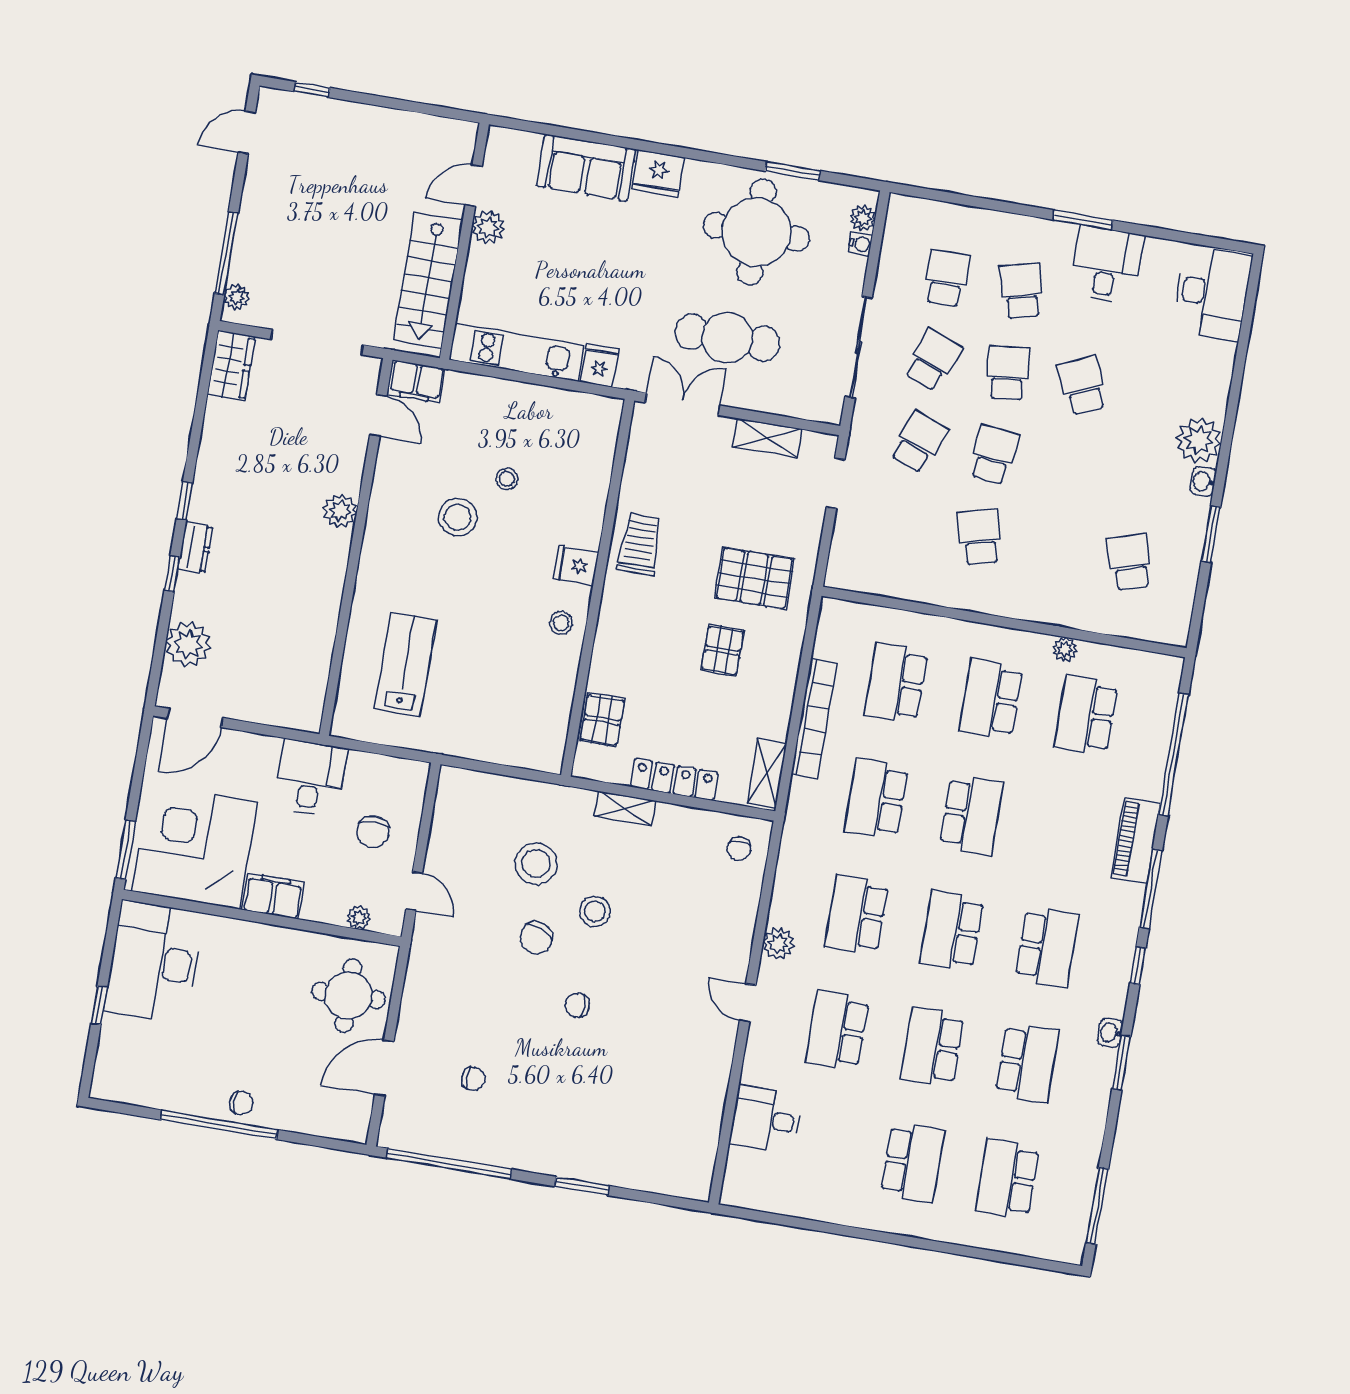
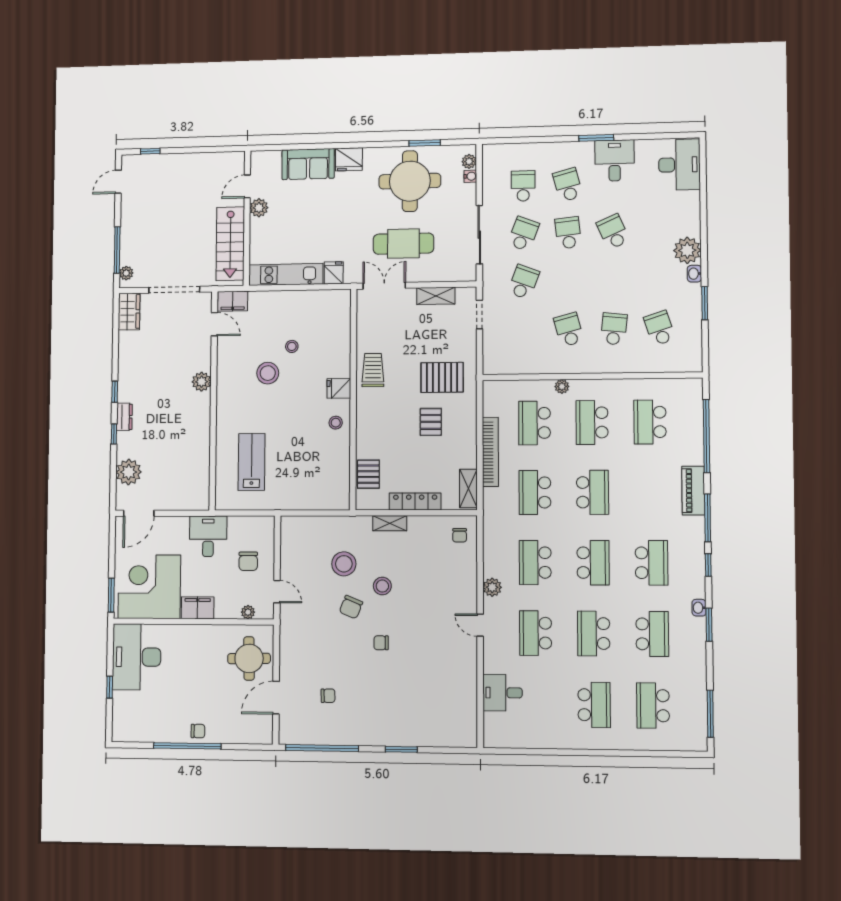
school desk: (994, 455) -> (614, 329), moved
plant: (1065, 649) -> (562, 387), moved
school desk: (952, 931) -> (593, 563), turned 180

